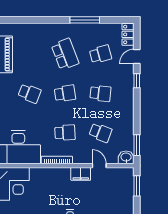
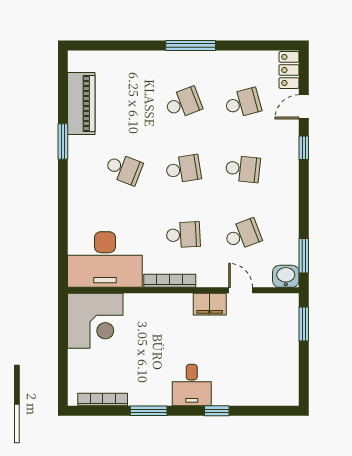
window: (85, 20) -> (191, 46), moved
school desk: (65, 54) -> (183, 103), width x0.54
school desk: (100, 133) -> (243, 235), turned -42

